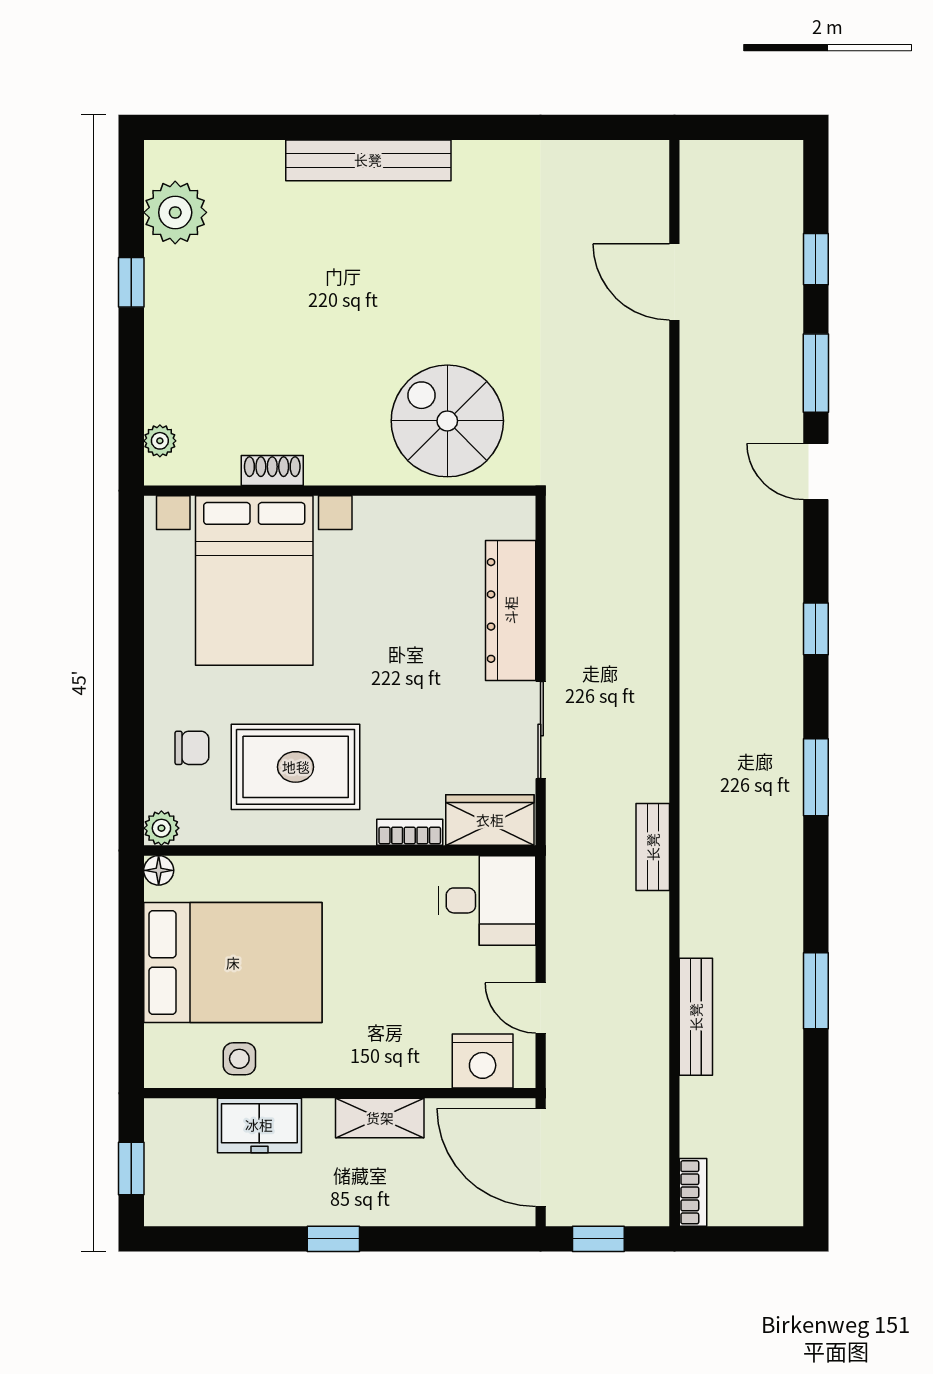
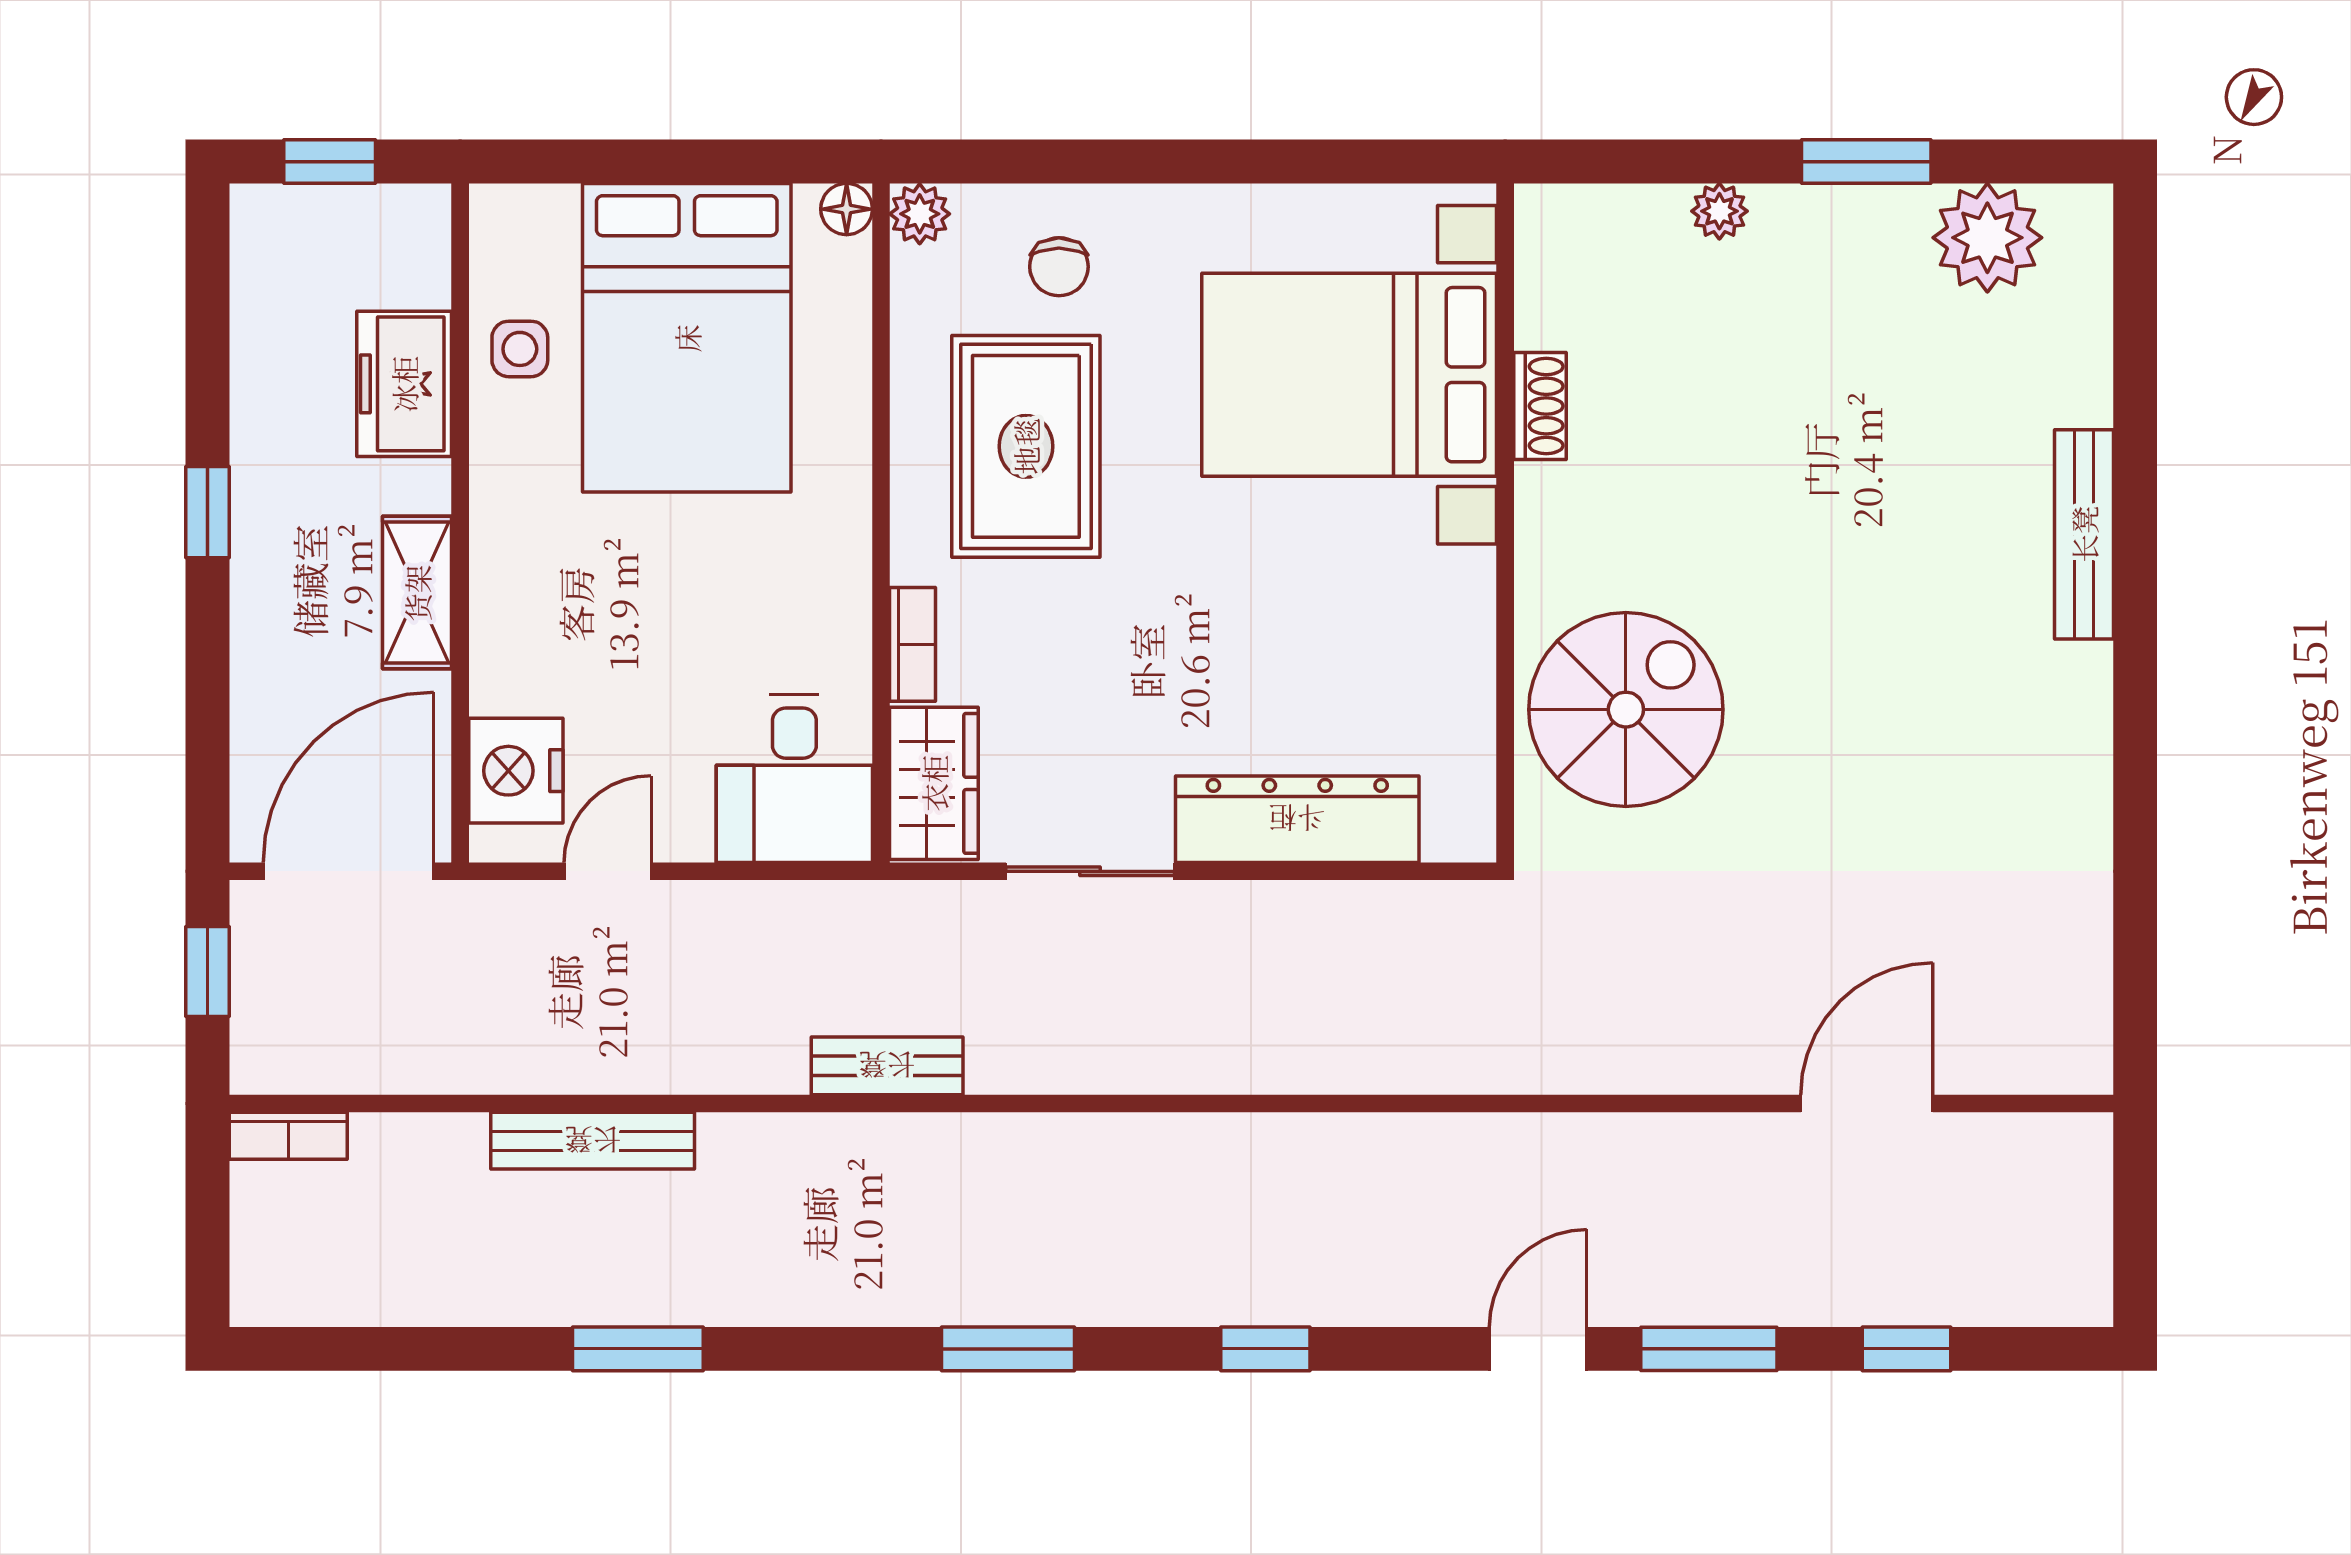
bench: (368, 160) -> (2084, 534), width x0.73, depth x0.82
window: (131, 282) -> (1866, 162), width x1.50
plant: (160, 441) -> (1719, 211), moved

